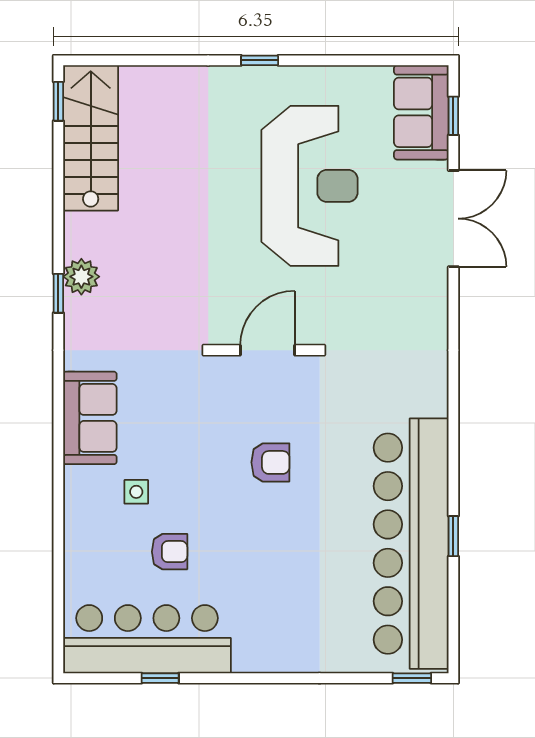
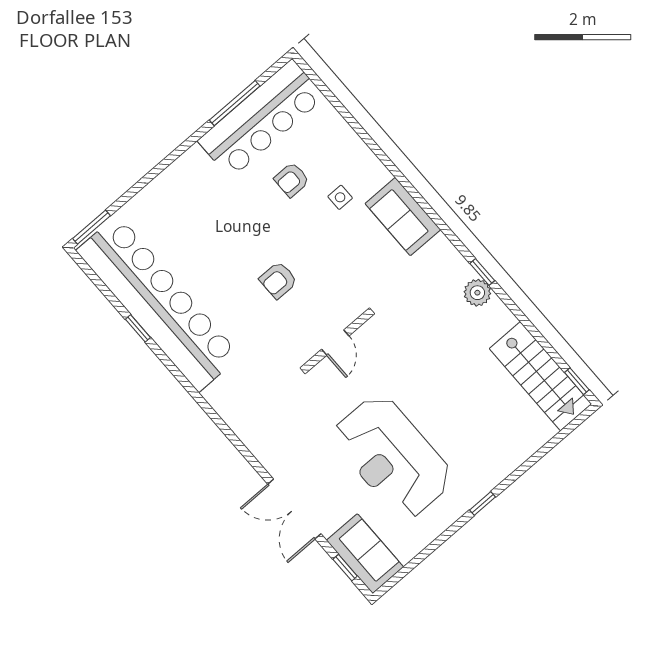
door: (267, 350) -> (335, 343), width x0.73
window: (160, 678) -> (235, 103), width x2.17
window: (412, 678) -> (91, 227), width x1.50

